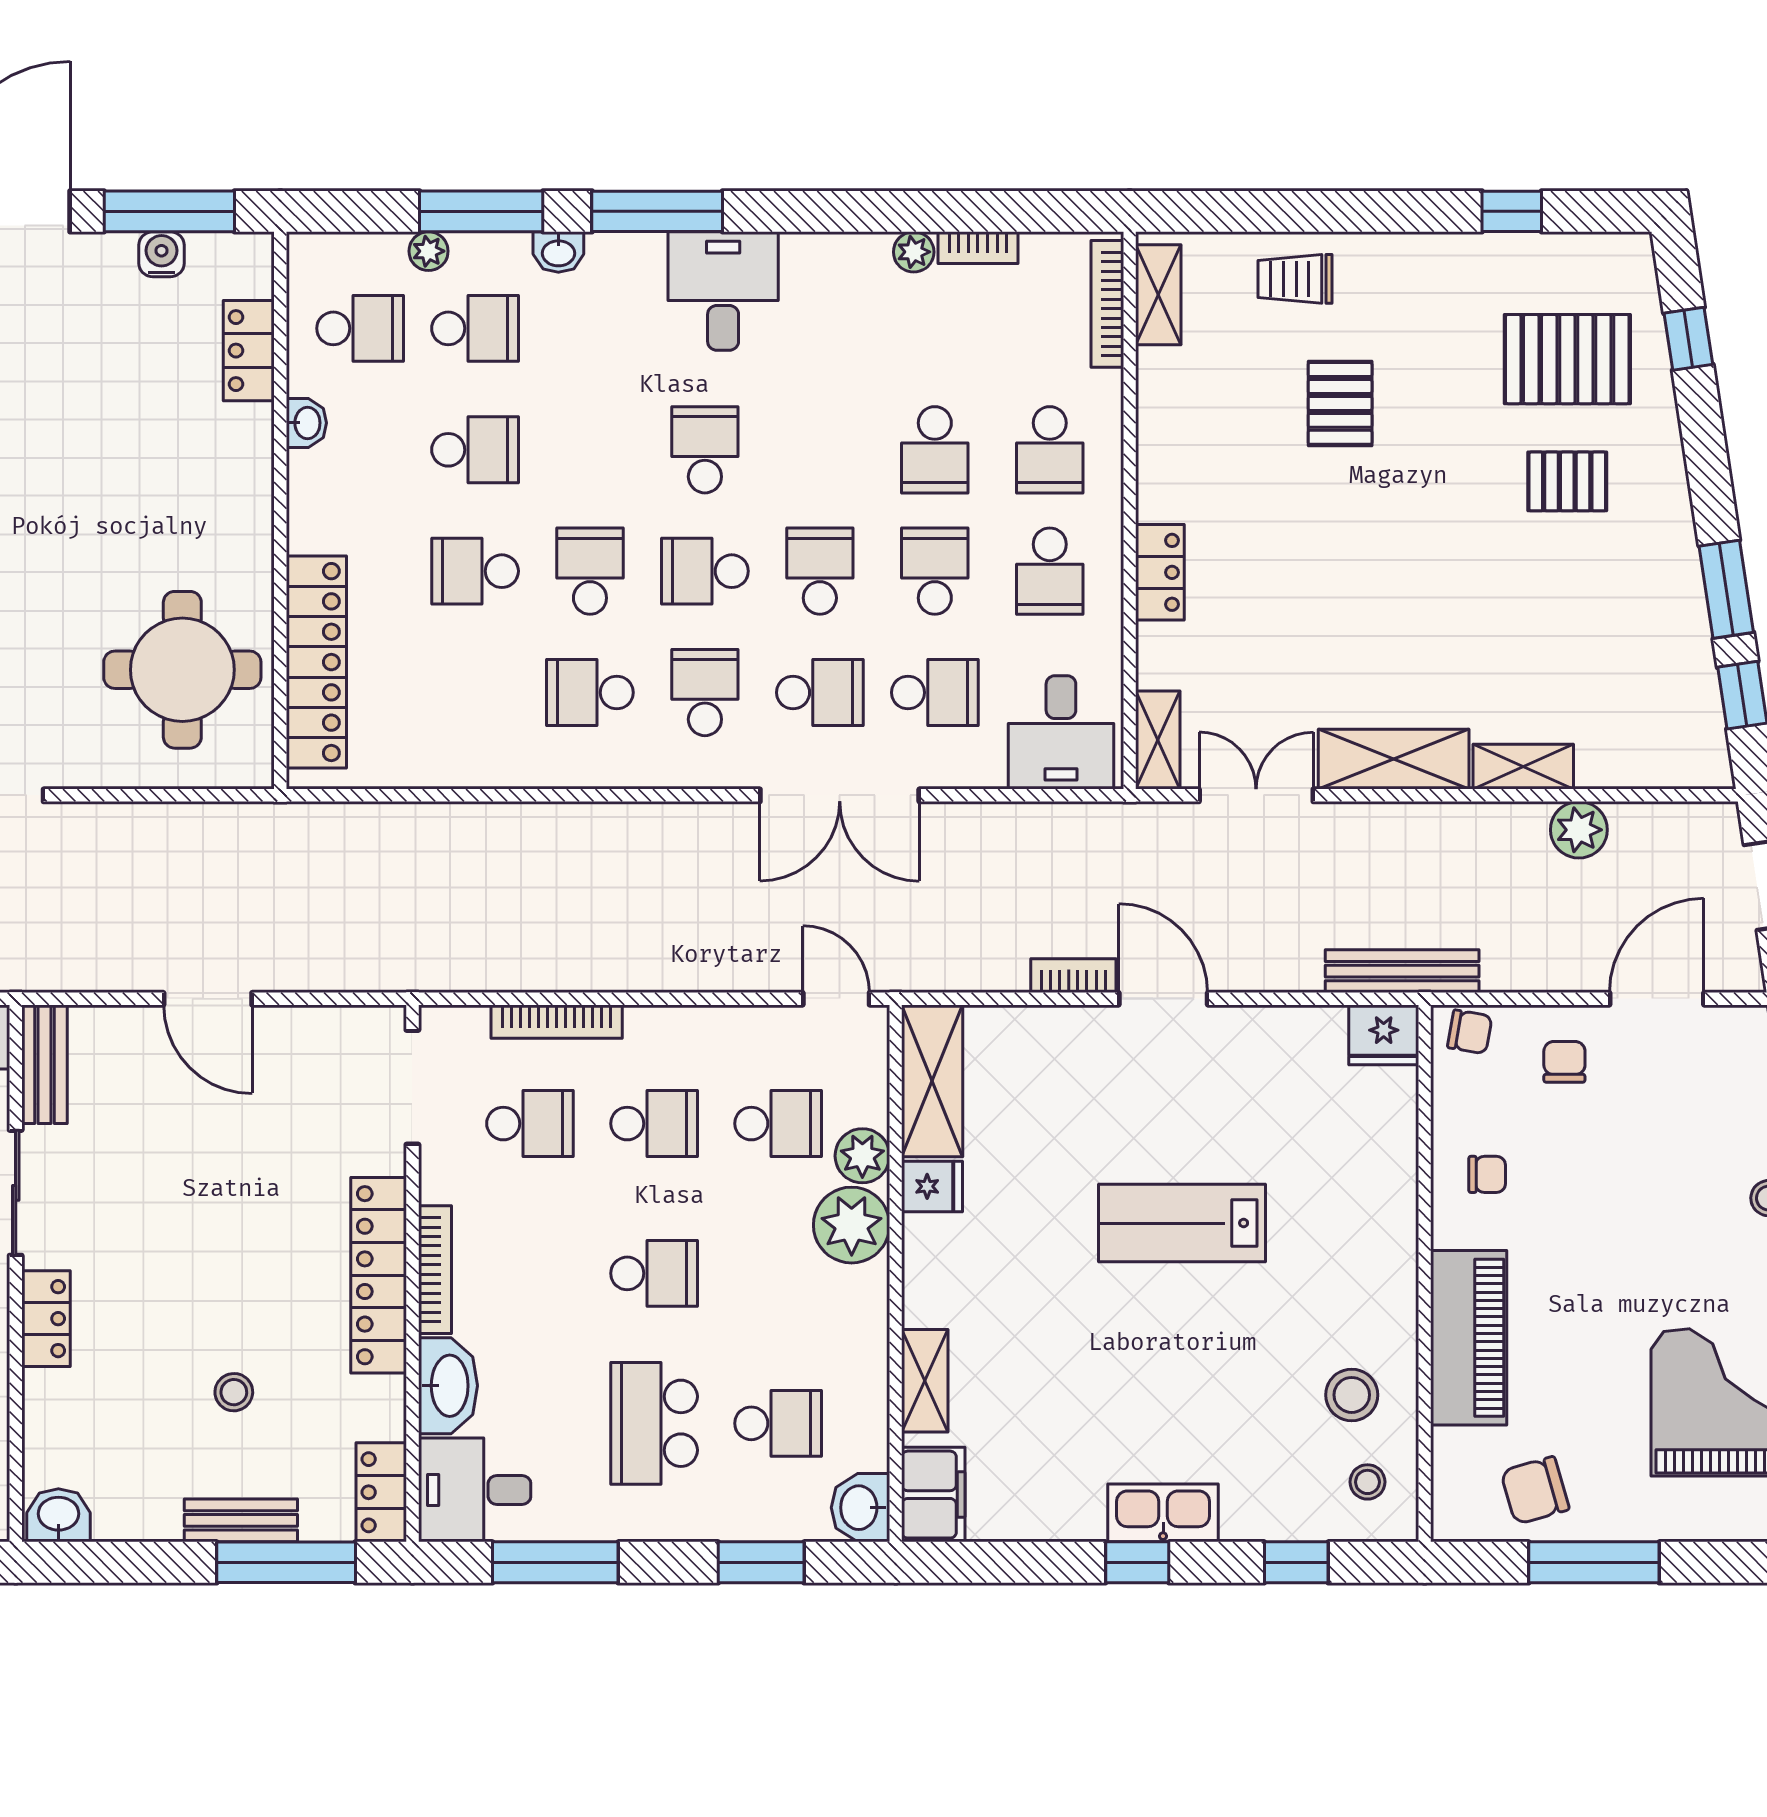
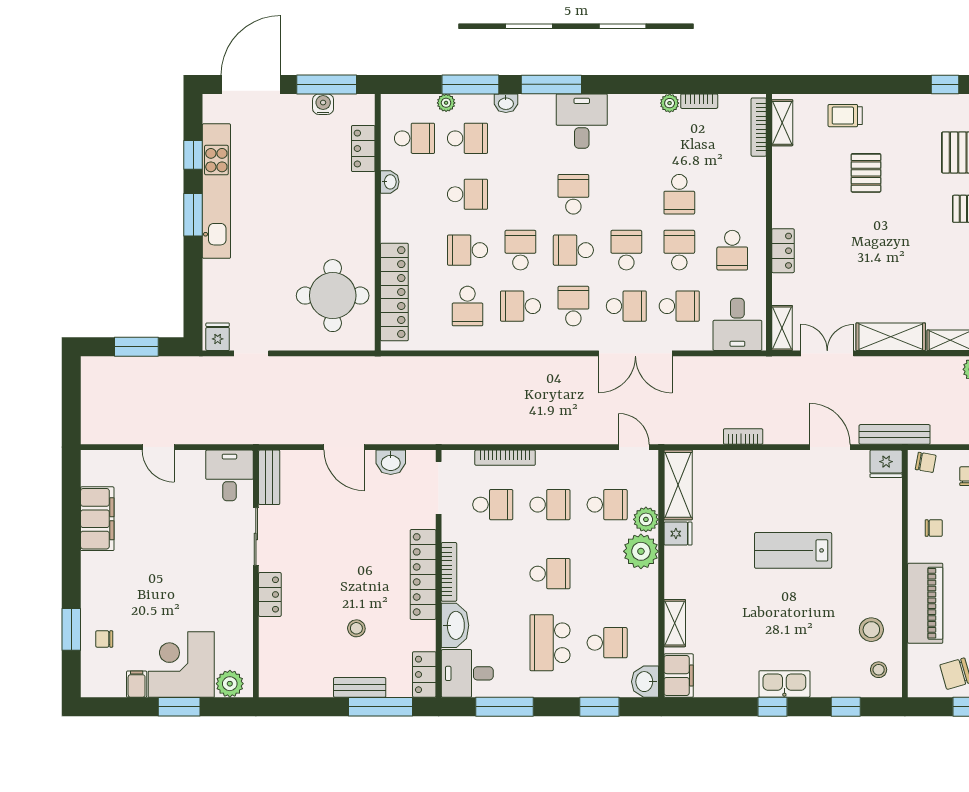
school desk: (1050, 450) -> (467, 306), moved
door: (1163, 999) -> (830, 447), moved
washbasin: (58, 1515) -> (391, 462), moved, turned 180

